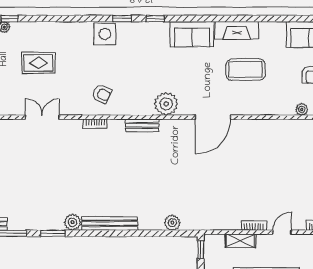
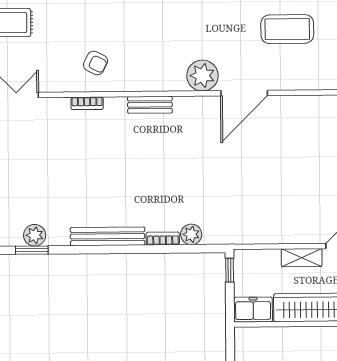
plant: (166, 104) -> (202, 76), moved
plant: (73, 222) -> (35, 235), moved
bookcase: (254, 226) -> (163, 239), moved
shelving: (240, 241) -> (302, 258), moved

